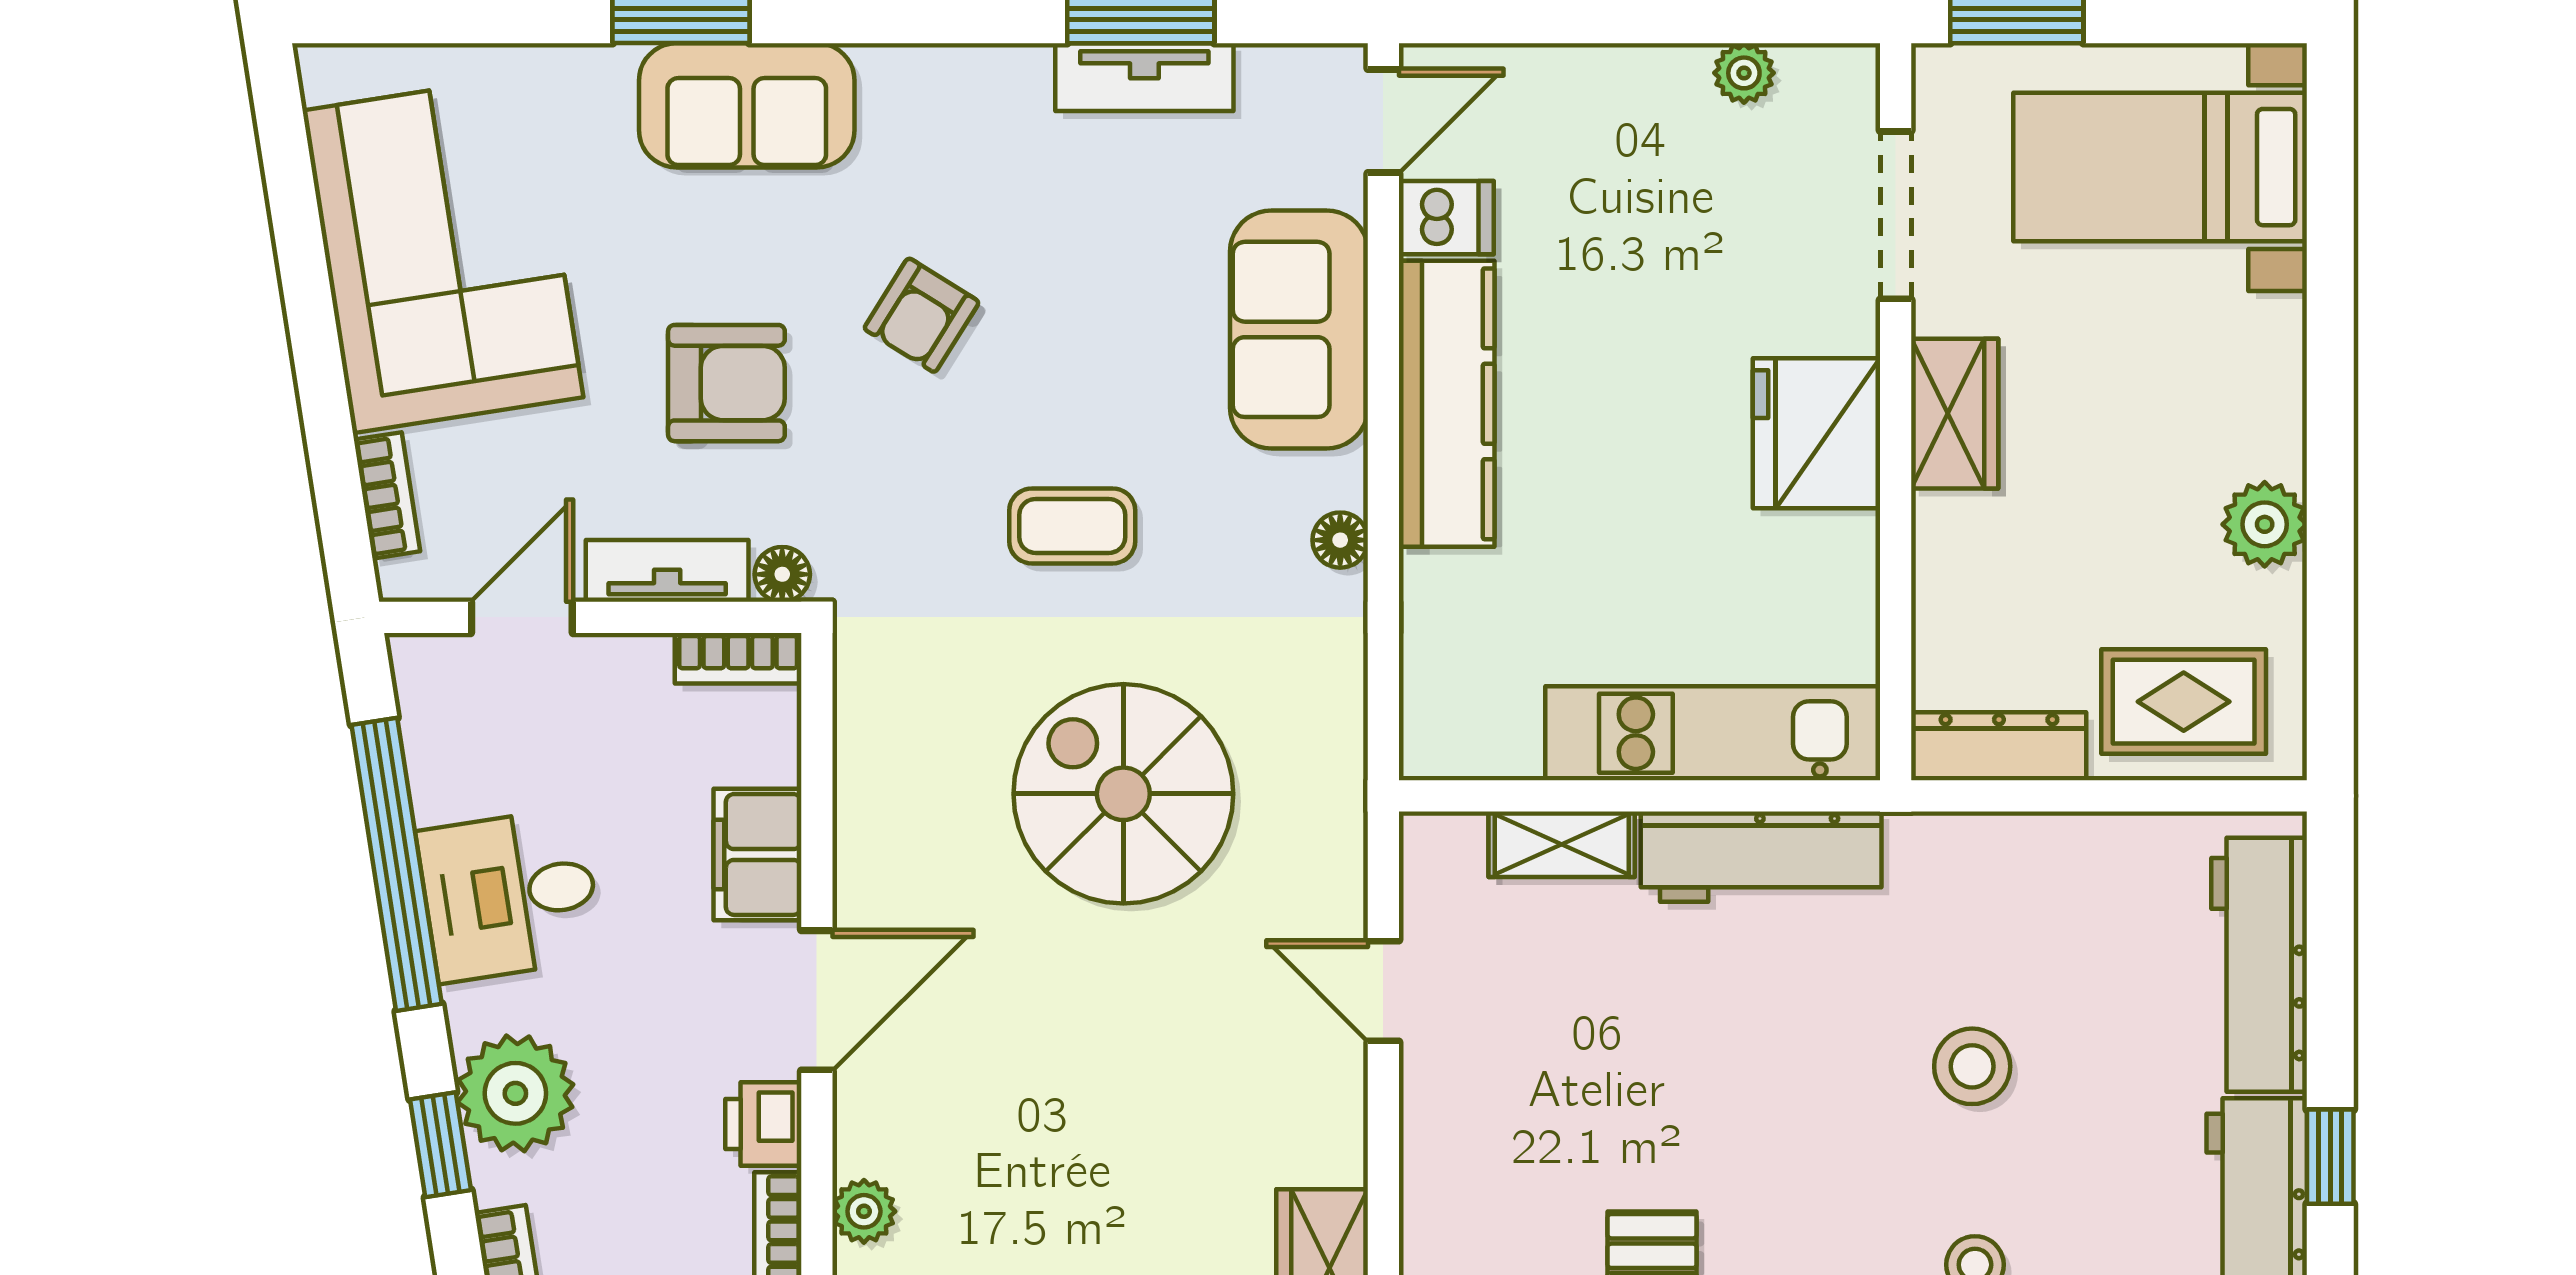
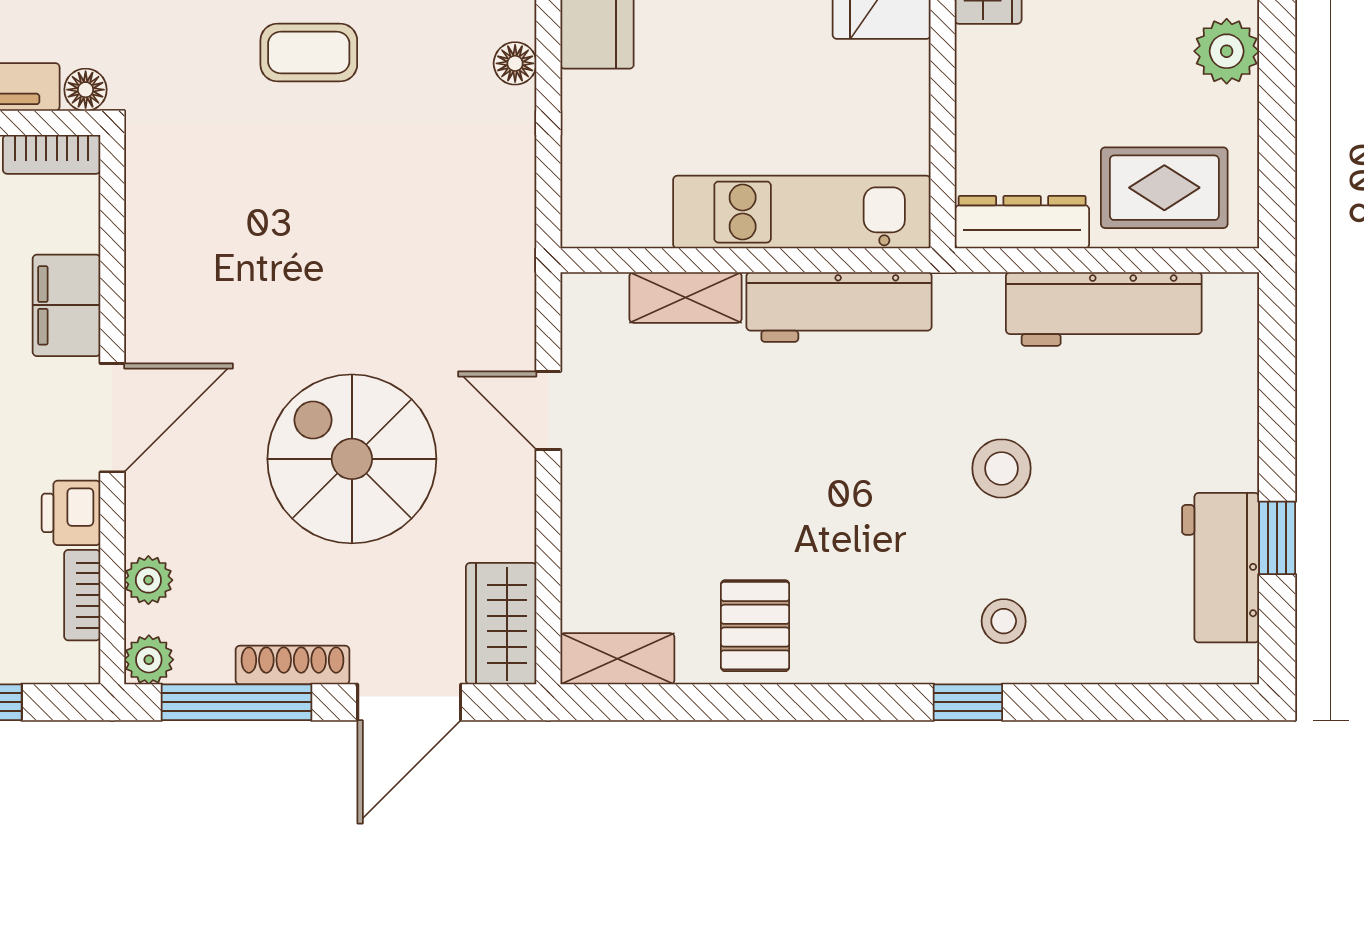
spiral stairs: (1123, 794) -> (352, 459), moved
workbench: (2259, 965) -> (1104, 309), moved, turned -90

